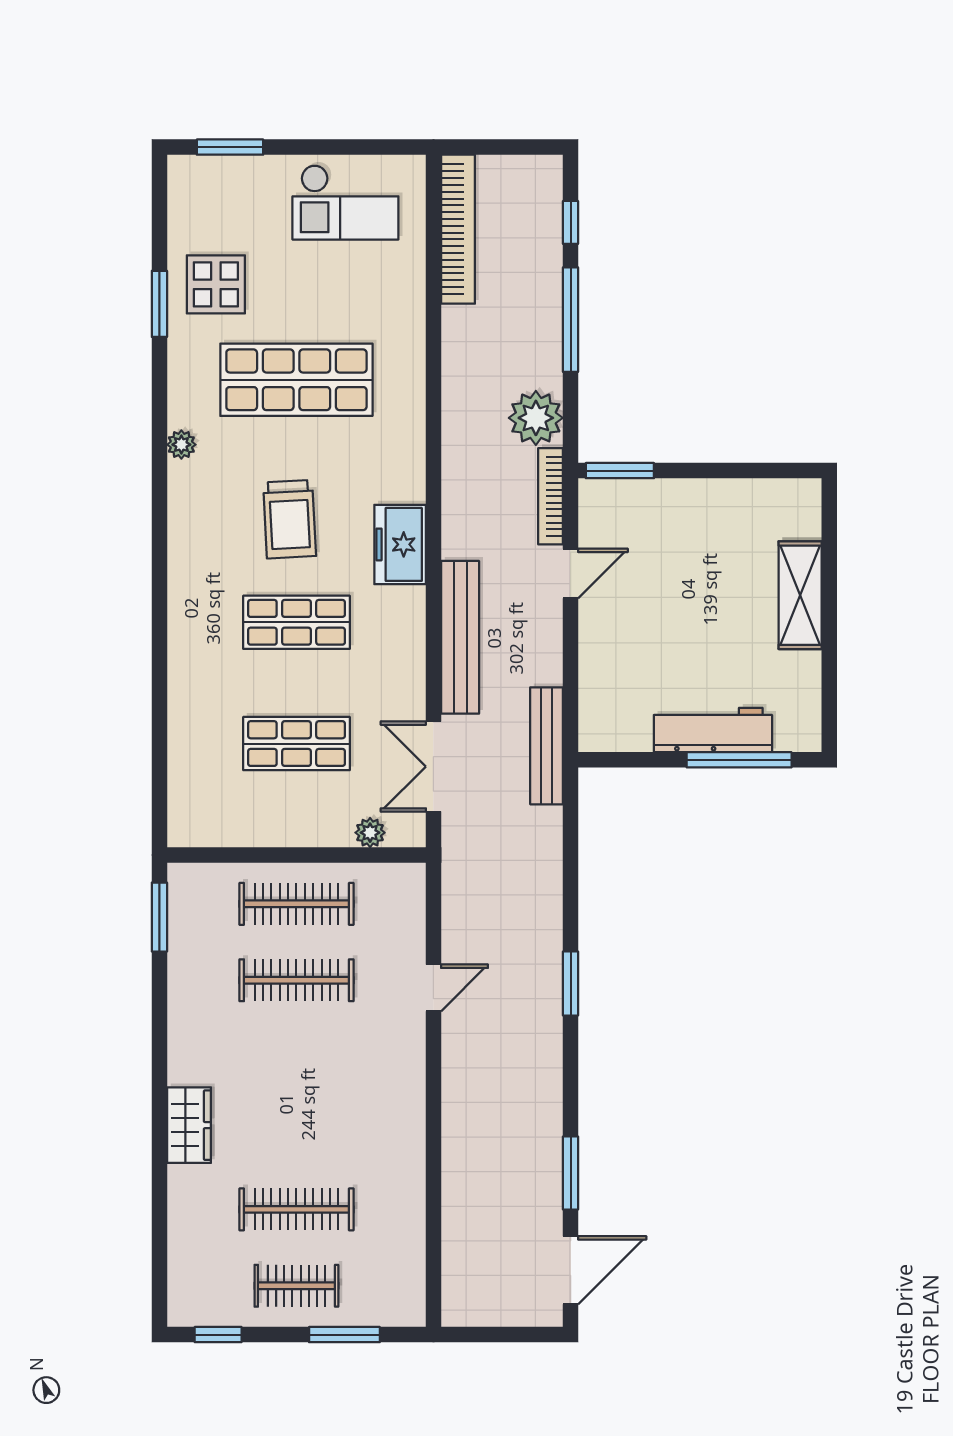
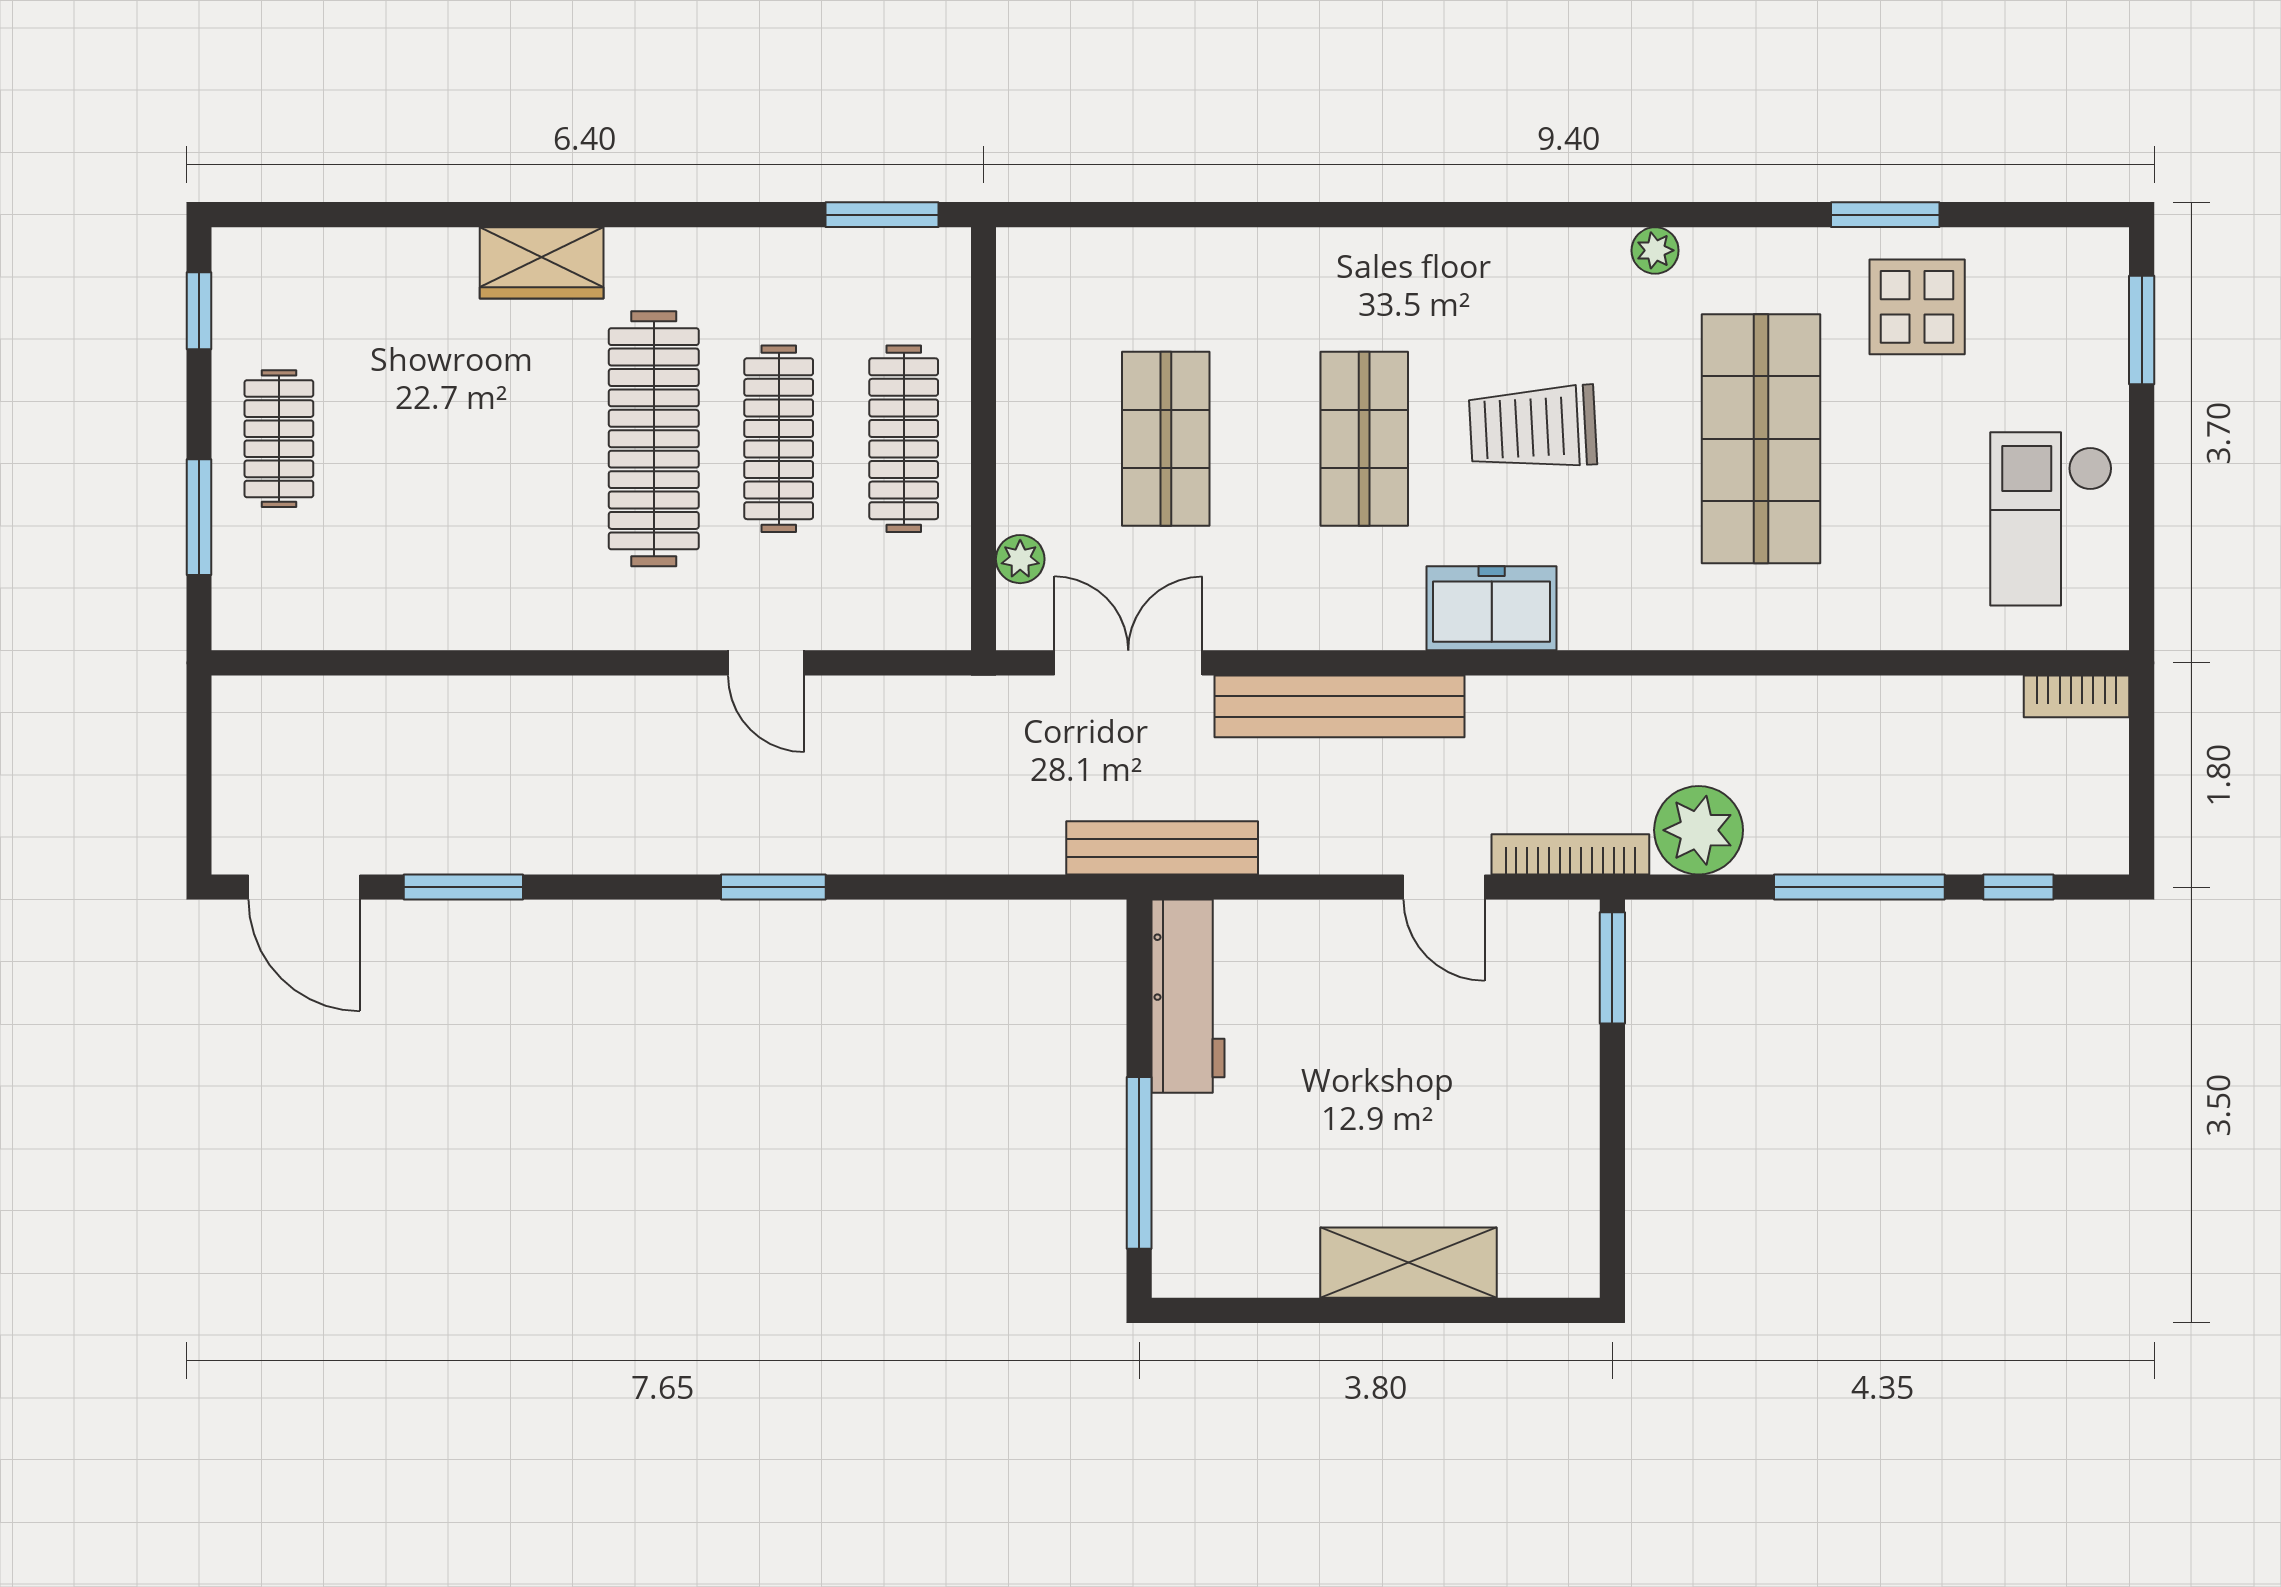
bookcase: (458, 229) -> (2076, 696), width x0.43, depth x0.76
workbench: (713, 730) -> (1188, 996), moved
clothes rail: (296, 1209) -> (654, 439), moved, width x1.37, depth x1.31

